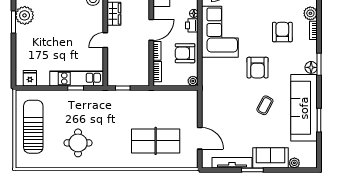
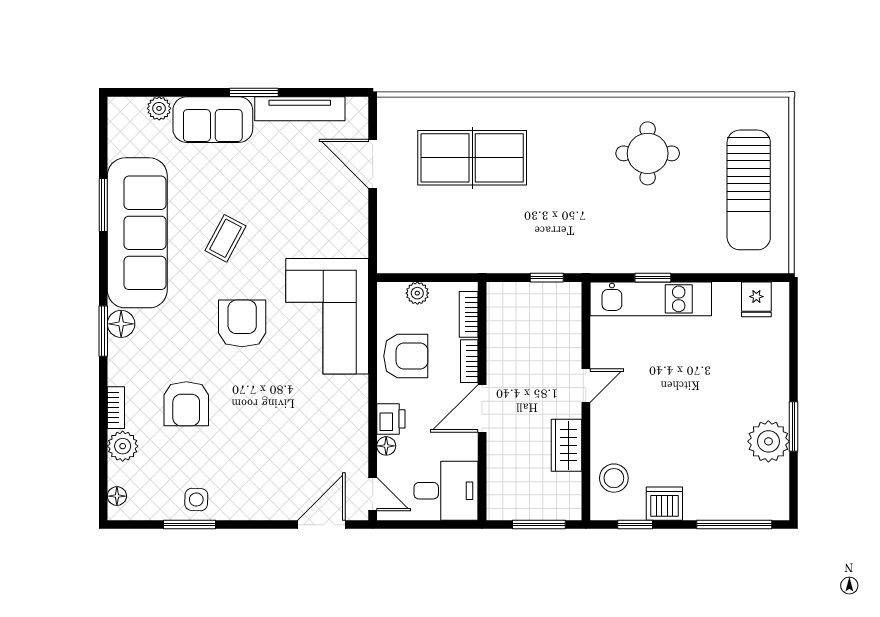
corner sofa: (220, 32) -> (327, 316), moved
plant: (193, 81) -> (417, 293), moved

